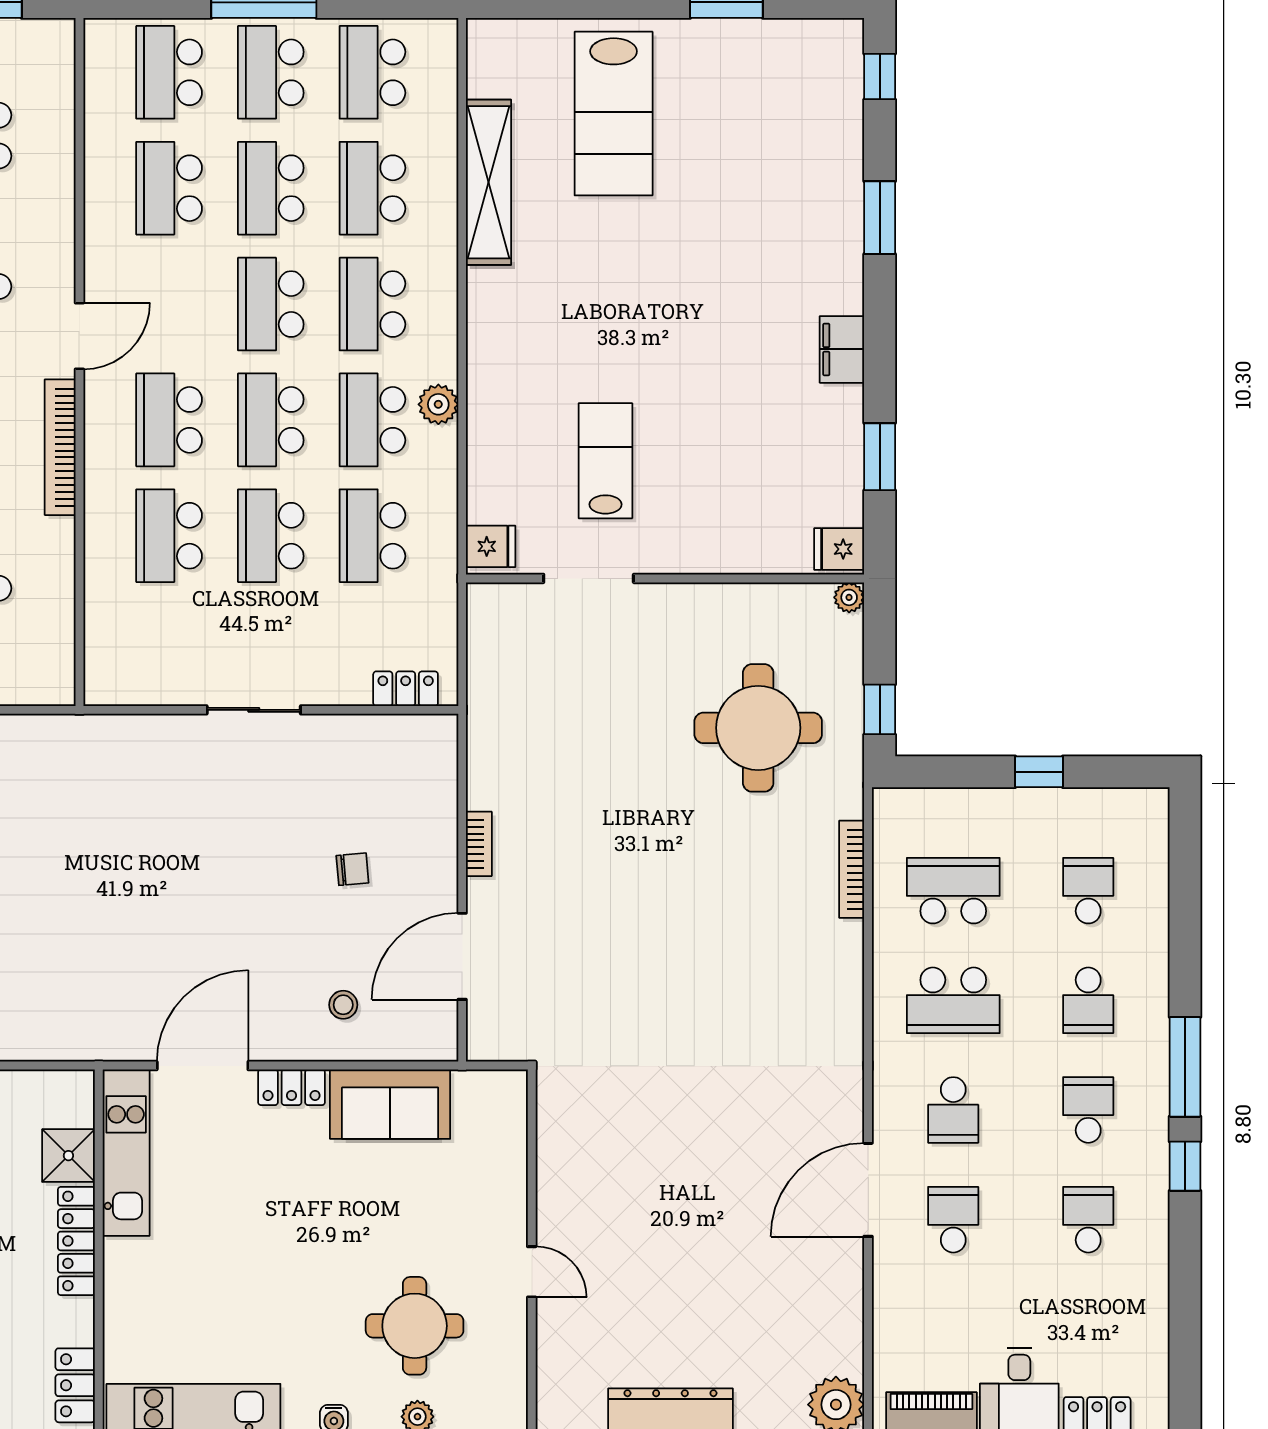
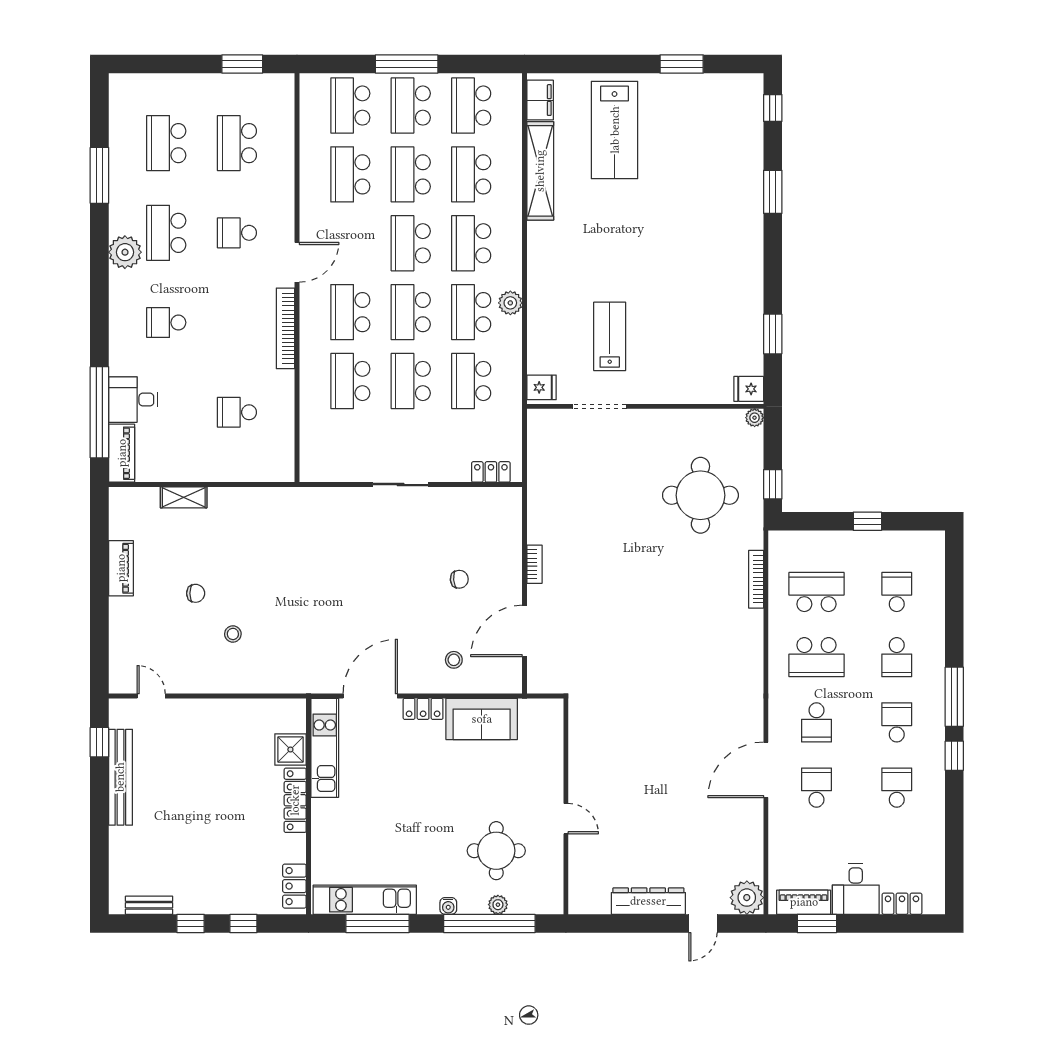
filing cabinet: (842, 349) -> (540, 100), moved, turned 180

